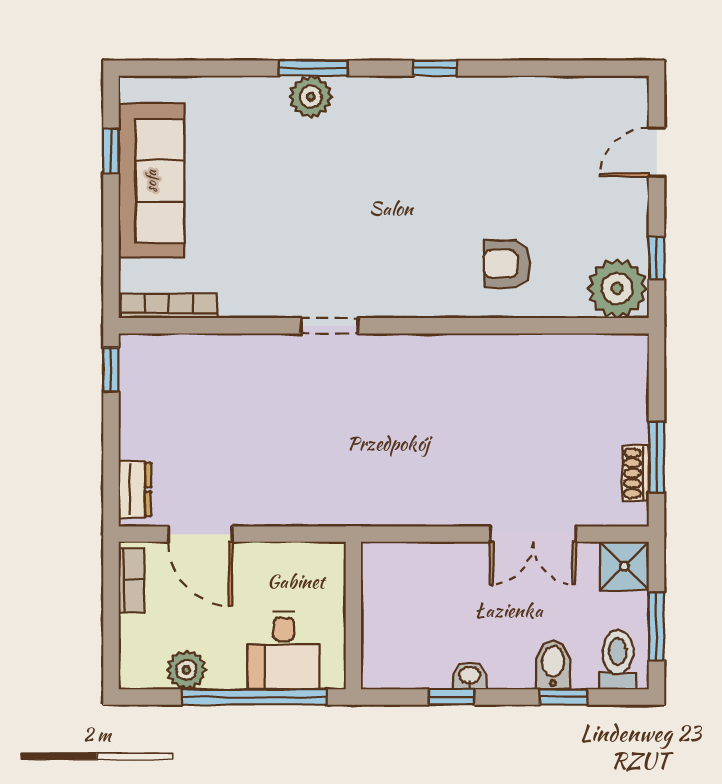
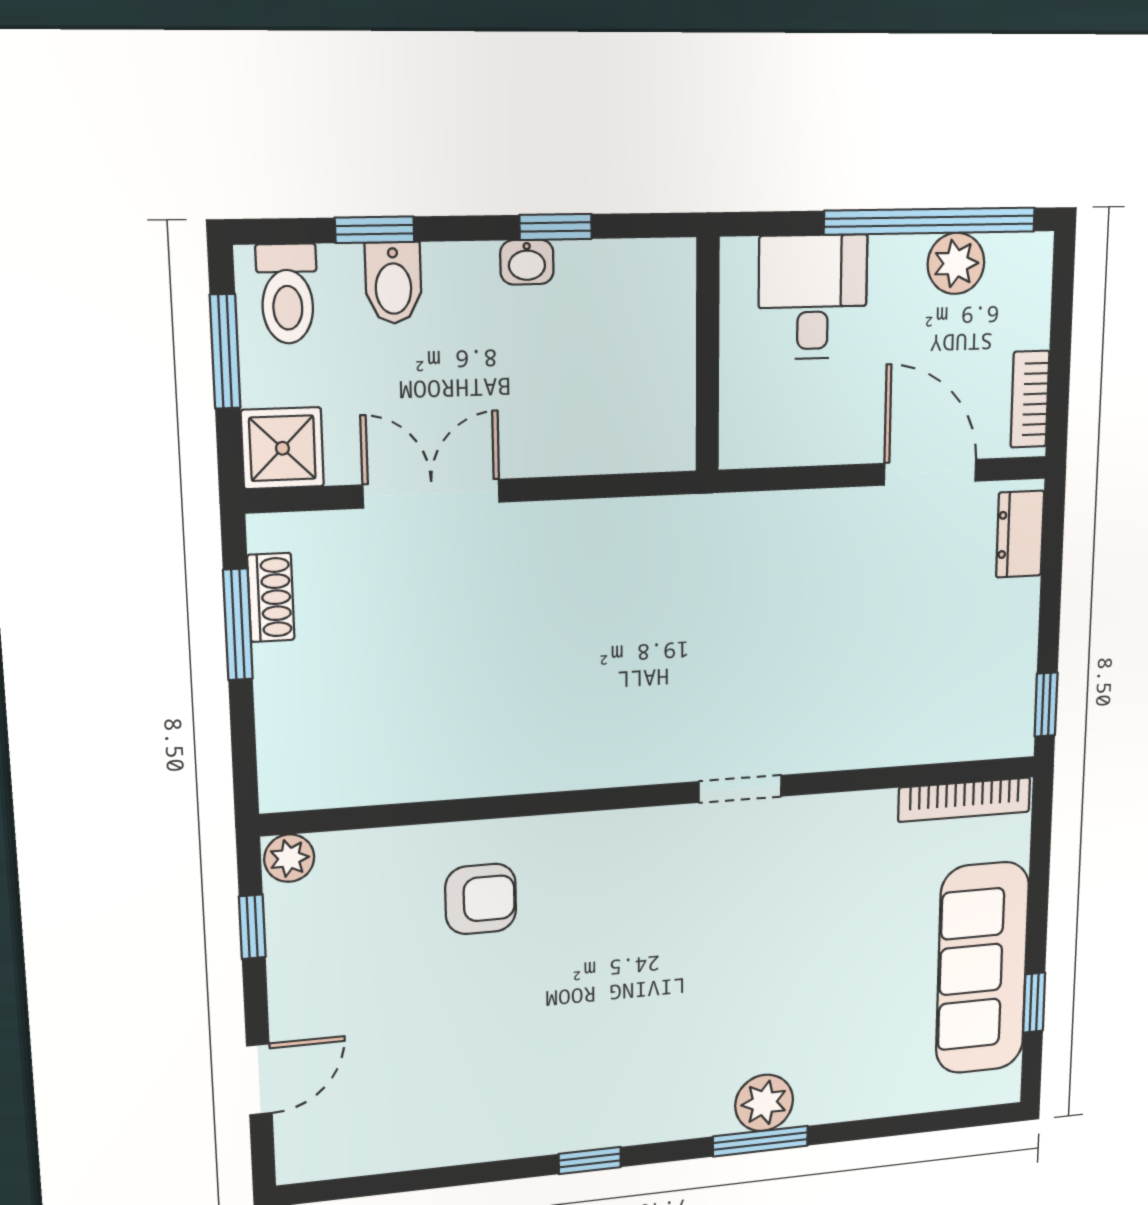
plant: (617, 288) -> (289, 858), width x0.53, depth x0.53
window: (254, 697) -> (930, 221), moved

